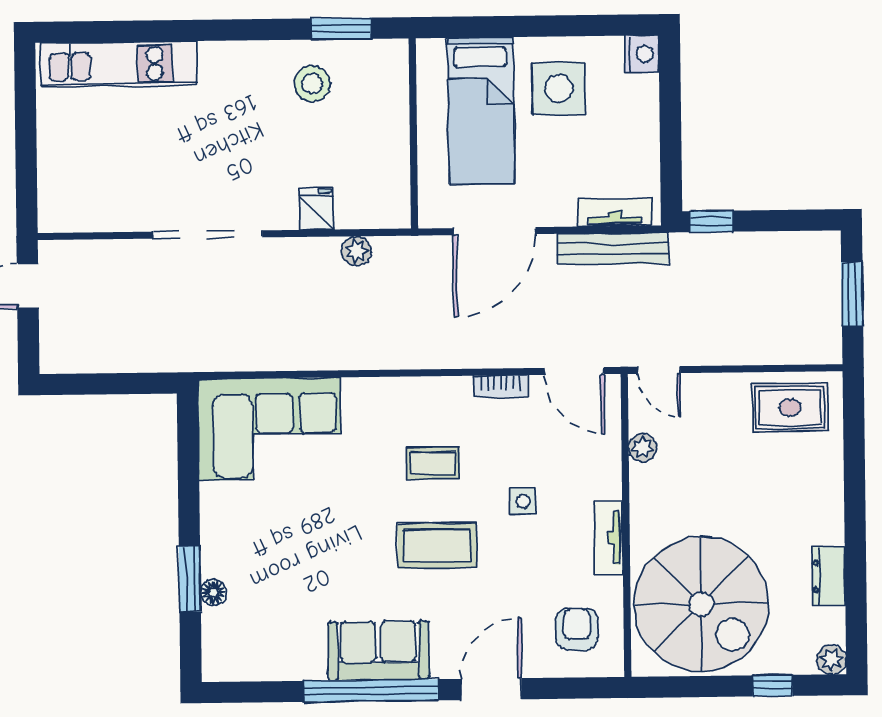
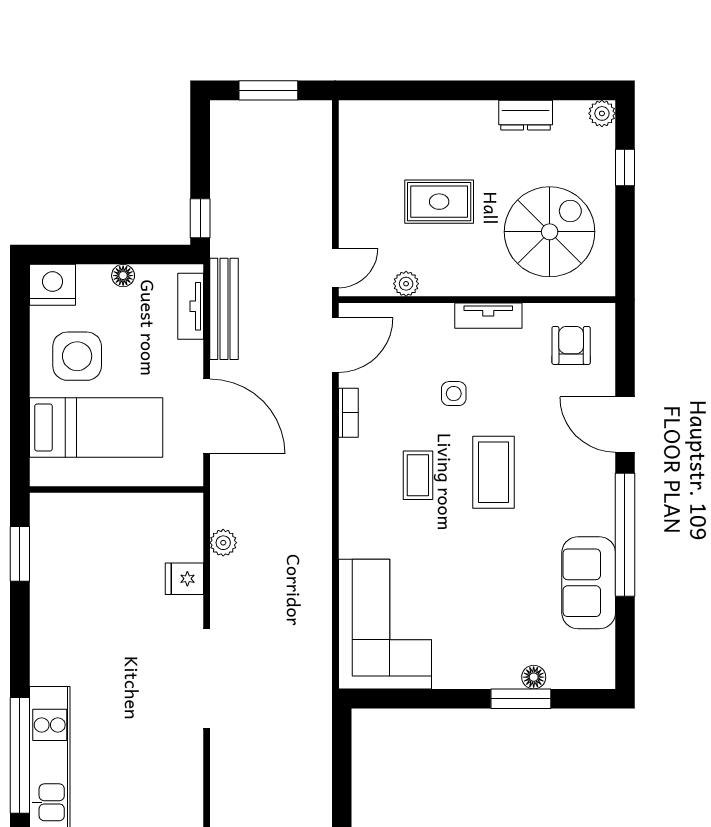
window: (121, 31) -> (20, 755), added
nightstand: (642, 54) -> (53, 285), width x1.36, depth x1.33
stool: (312, 84) -> (70, 581), removed
floor lamp: (648, 138) -> (123, 276), added
rug: (790, 407) -> (439, 202), moved, turned 90
spiral stairs: (701, 604) -> (550, 232), width x0.73, depth x0.73
armchair: (577, 629) -> (571, 345), turned 90
sofa: (378, 651) -> (589, 583), moved

